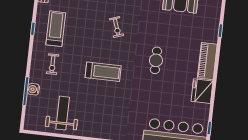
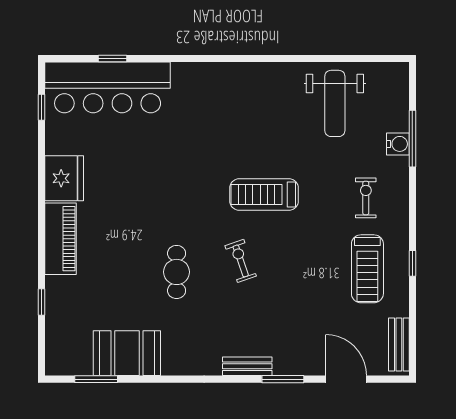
exercise bike: (117, 27) -> (241, 261), moved
cafe table: (156, 60) -> (177, 272), moved

